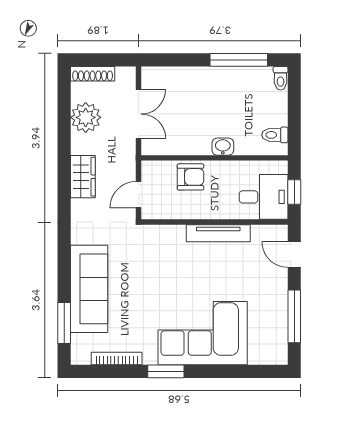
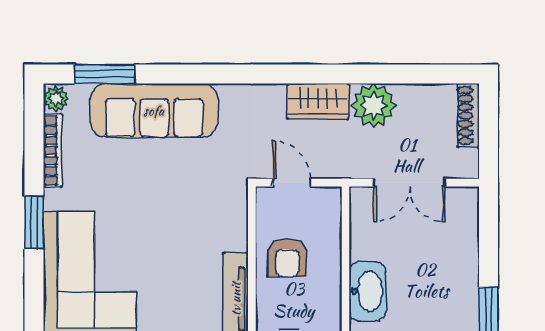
plant: (86, 117) -> (374, 106), moved
washbasin: (223, 147) -> (368, 291), width x1.91, depth x1.45
armchair: (191, 177) -> (287, 258), moved
plant: (81, 356) -> (56, 99), added

